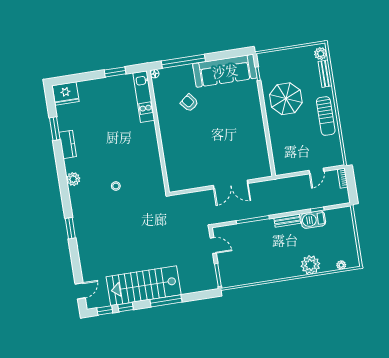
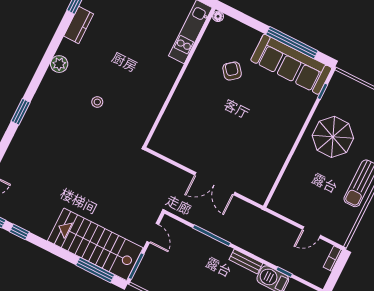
window: (183, 61) -> (292, 43), moved
stairs: (144, 286) -> (95, 244), moved
window: (166, 301) -> (95, 270), moved

